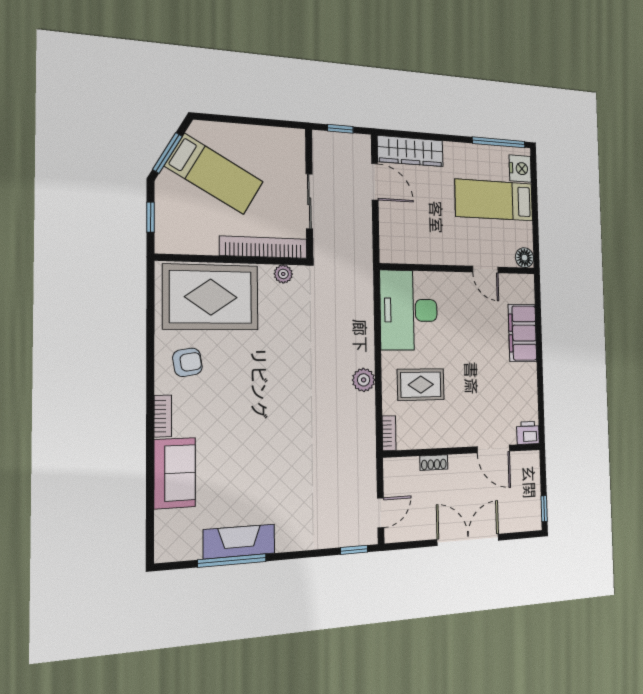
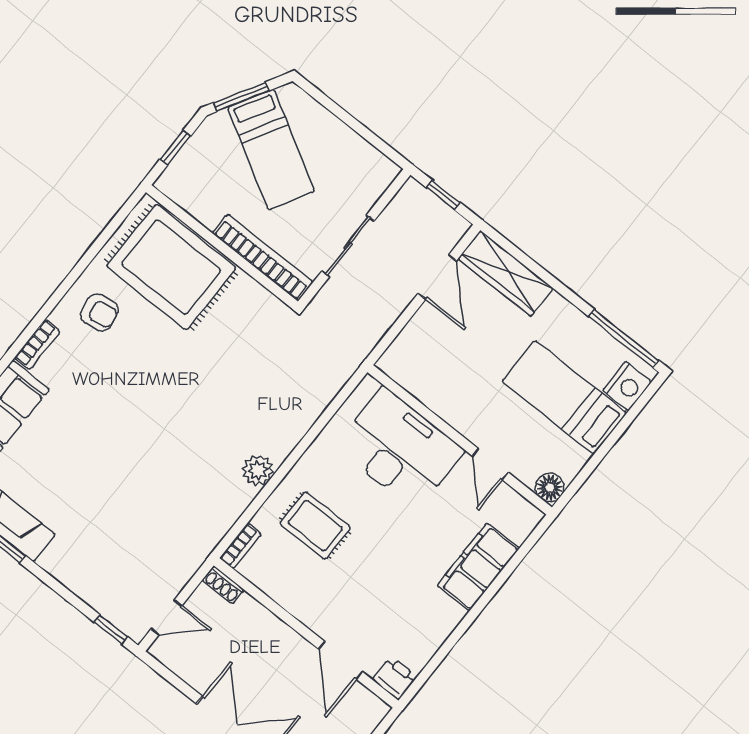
plant: (283, 274) -> (261, 299), removed
desk: (409, 310) -> (400, 449), moved, turned 90
shoe rack: (434, 463) -> (223, 585), moved

